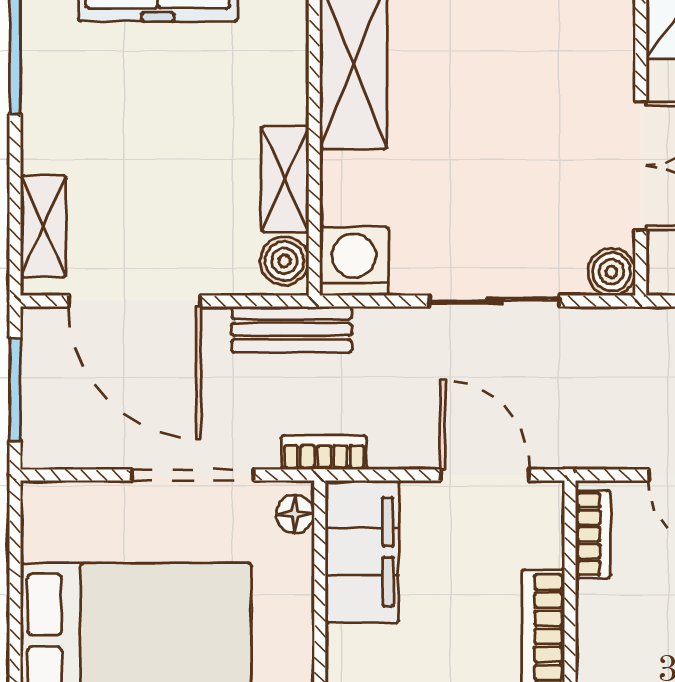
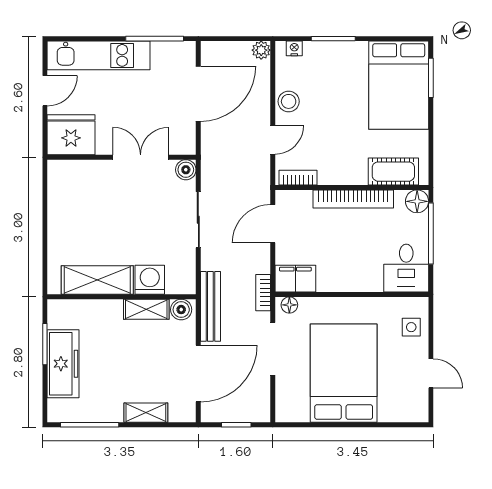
shelving: (43, 226) -> (146, 413), moved
washing machine: (354, 261) -> (150, 280), moved, turned 90
bench: (292, 329) -> (210, 306), width x1.36
window: (15, 390) -> (236, 425), width x0.67
filing cabinet: (362, 552) -> (295, 279), width x0.67, depth x0.86

